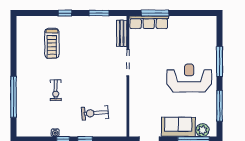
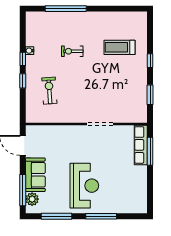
bench: (122, 33) -> (130, 118), removed

